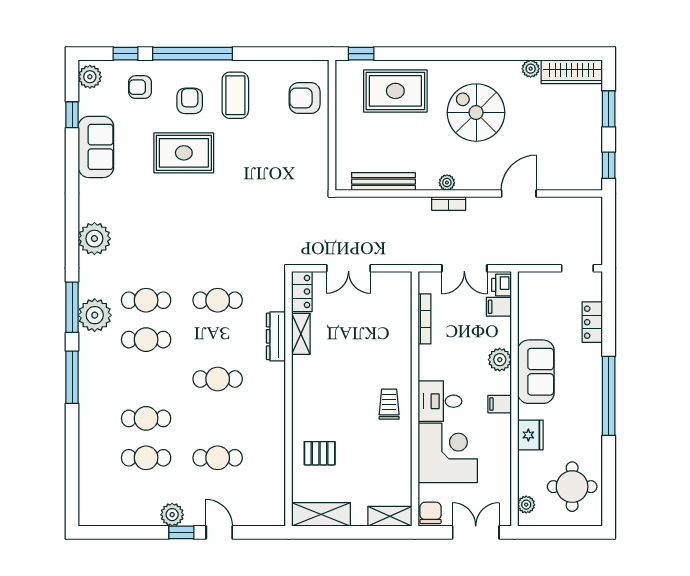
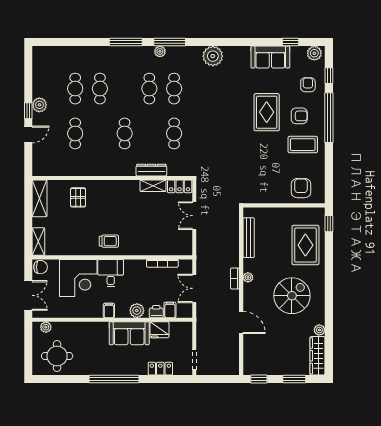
printer: (501, 285) -> (156, 312), moved
plant: (95, 315) -> (160, 51), width x0.53, depth x0.53
fridge: (530, 435) -> (160, 330), moved

